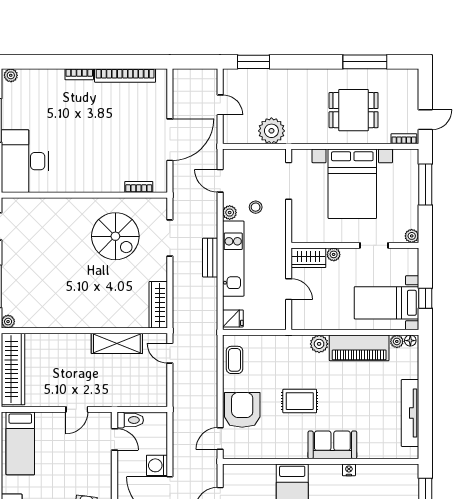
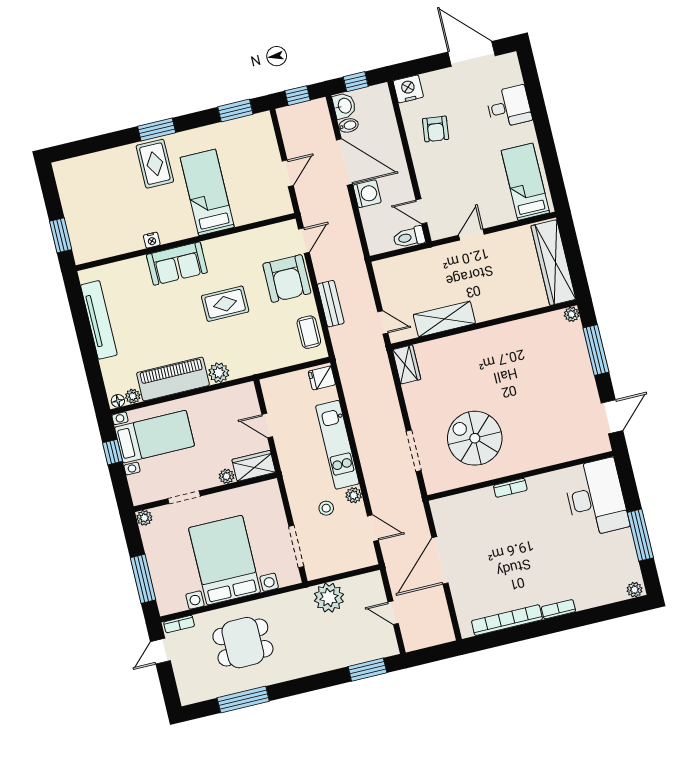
bookcase: (139, 187) -> (510, 488), moved
bench: (210, 258) -> (331, 304), moved
wardrobe: (158, 305) -> (407, 364), width x0.67

